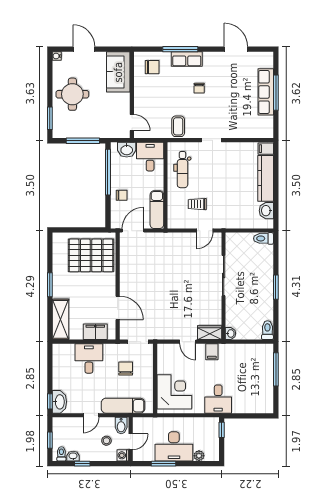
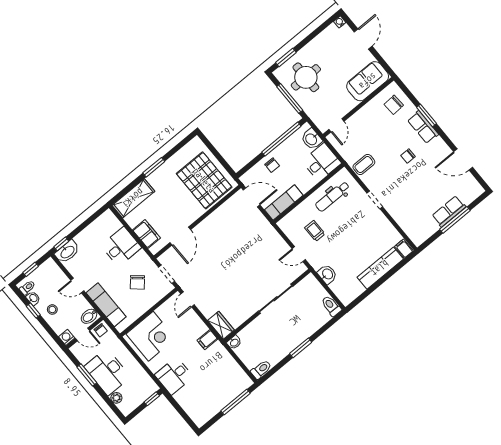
window: (180, 49) -> (427, 115), width x0.69
door: (236, 49) -> (463, 159), swing flipped
chair: (152, 67) -> (394, 105), turned 87
row of seats: (266, 92) -> (449, 211), width x0.68
round table: (72, 94) -> (306, 77), moved
washbasin: (266, 211) -> (327, 274), moved, turned 90
door: (188, 342) -> (187, 299), moved
chair: (126, 368) -> (137, 282), turned 131
chair: (139, 426) -> (101, 330), added
stool: (106, 441) -> (52, 309), moved

